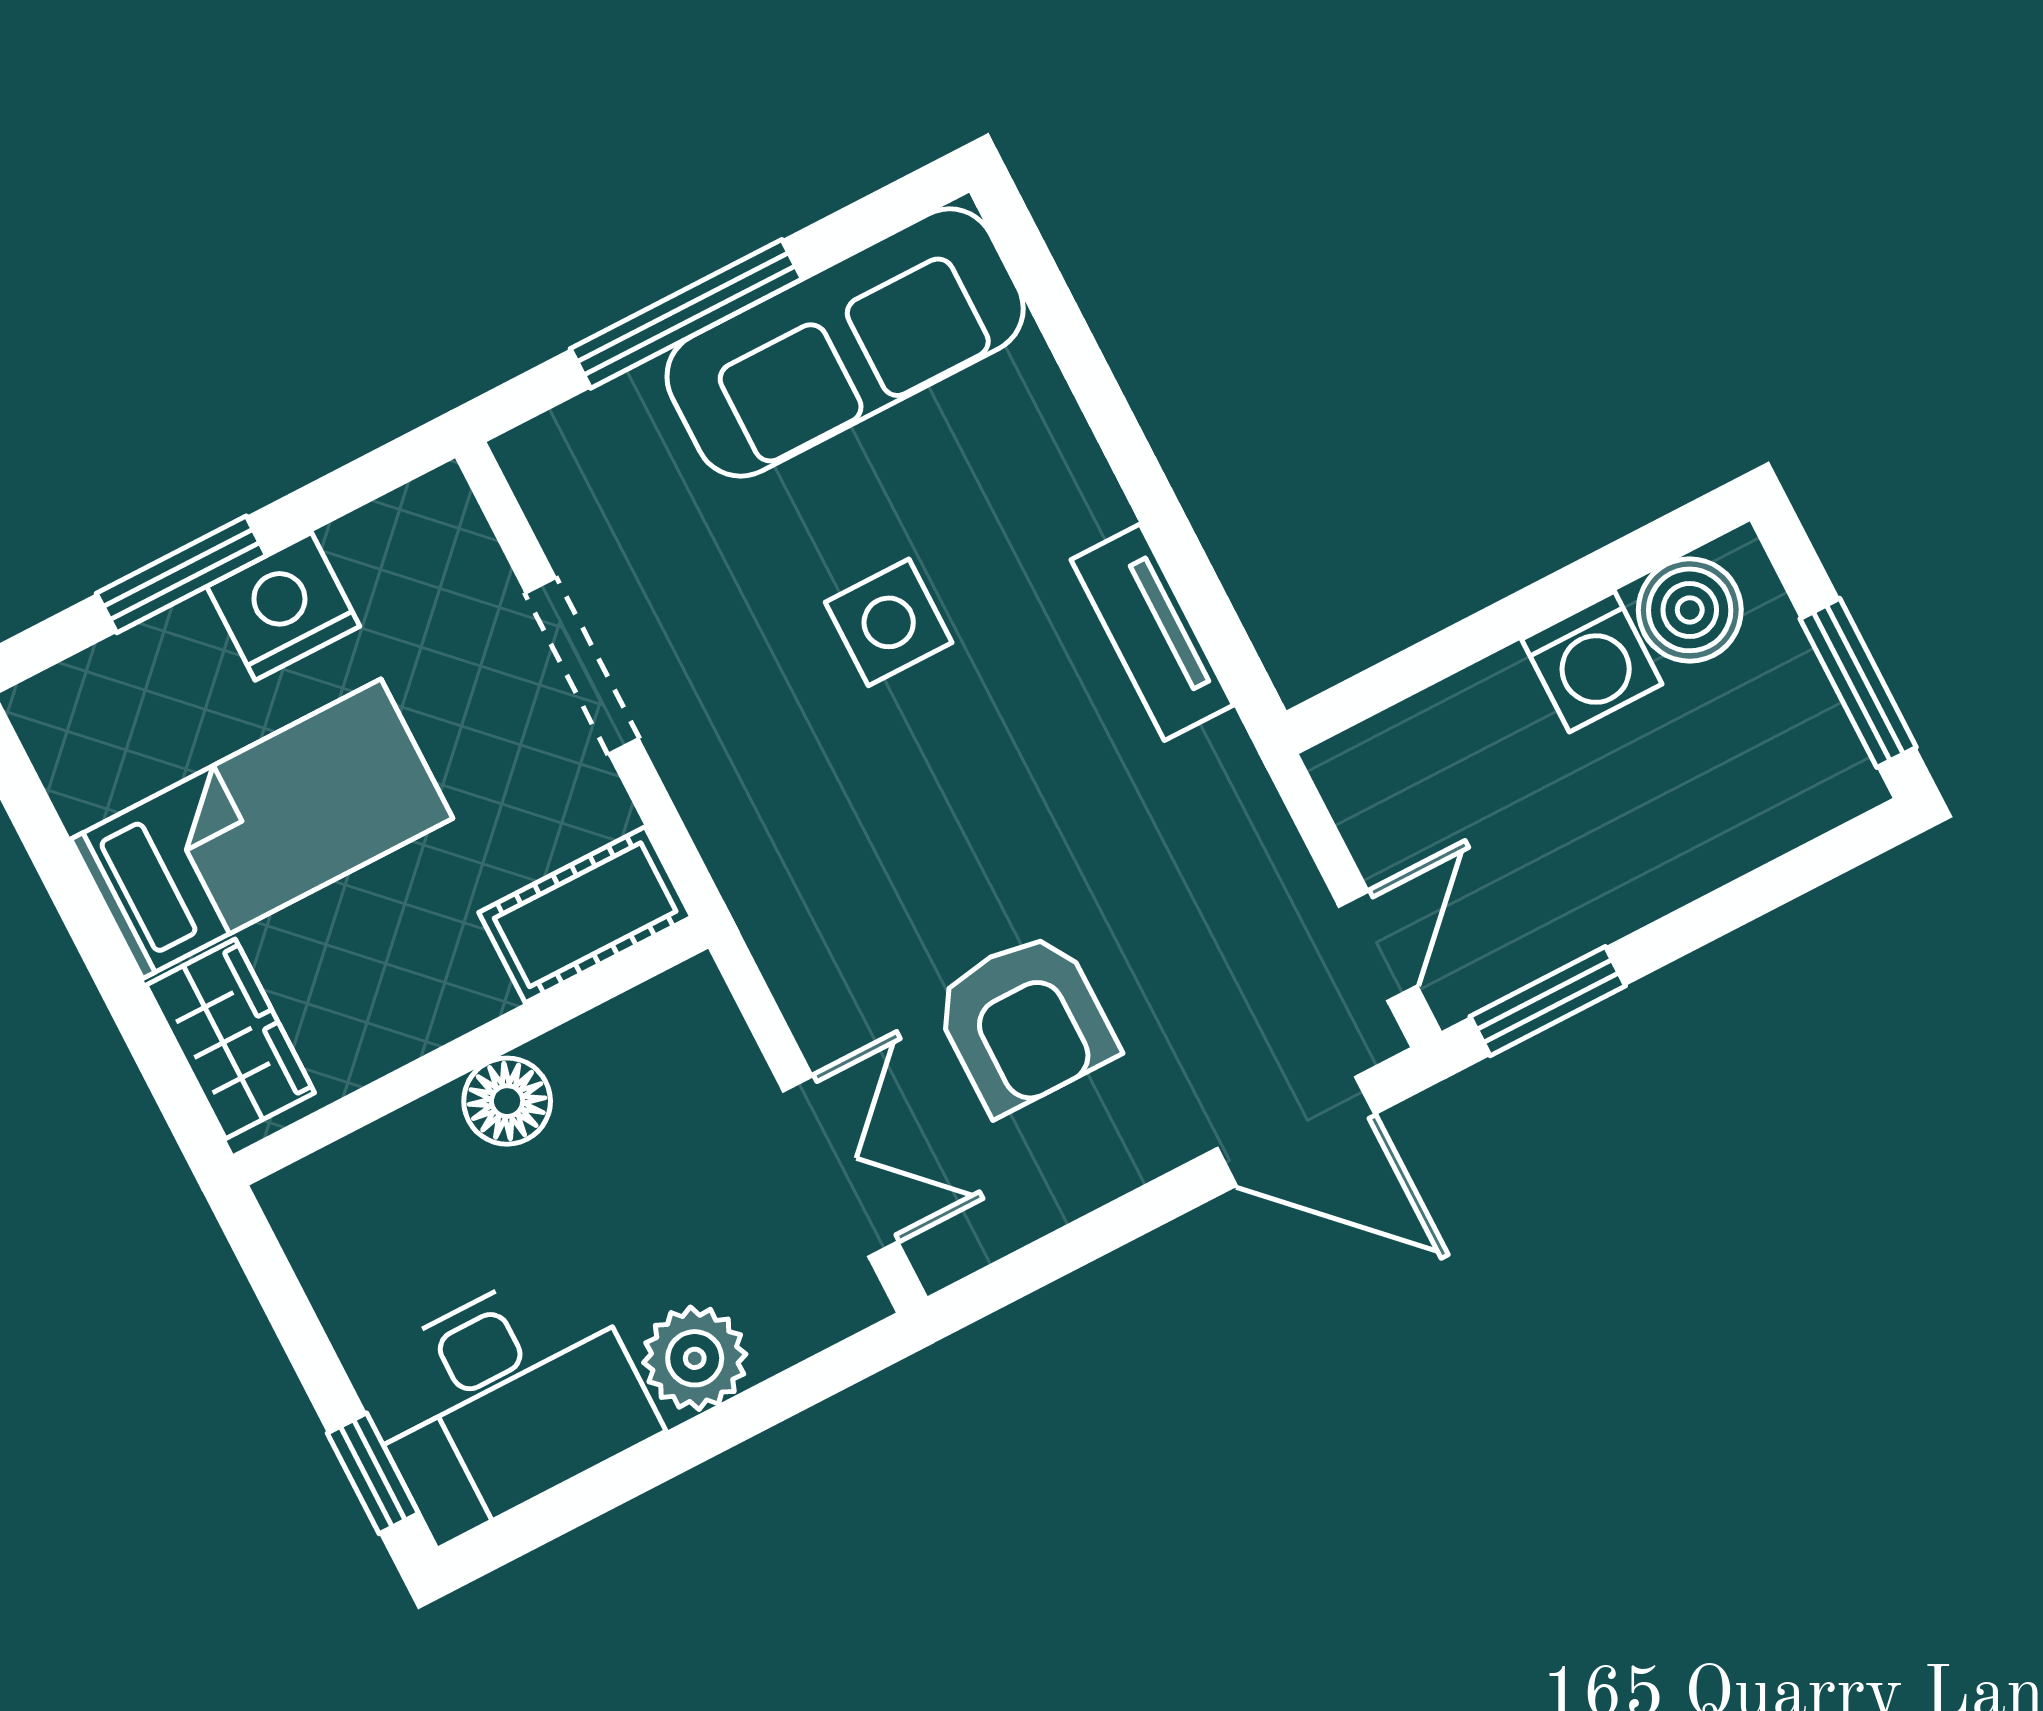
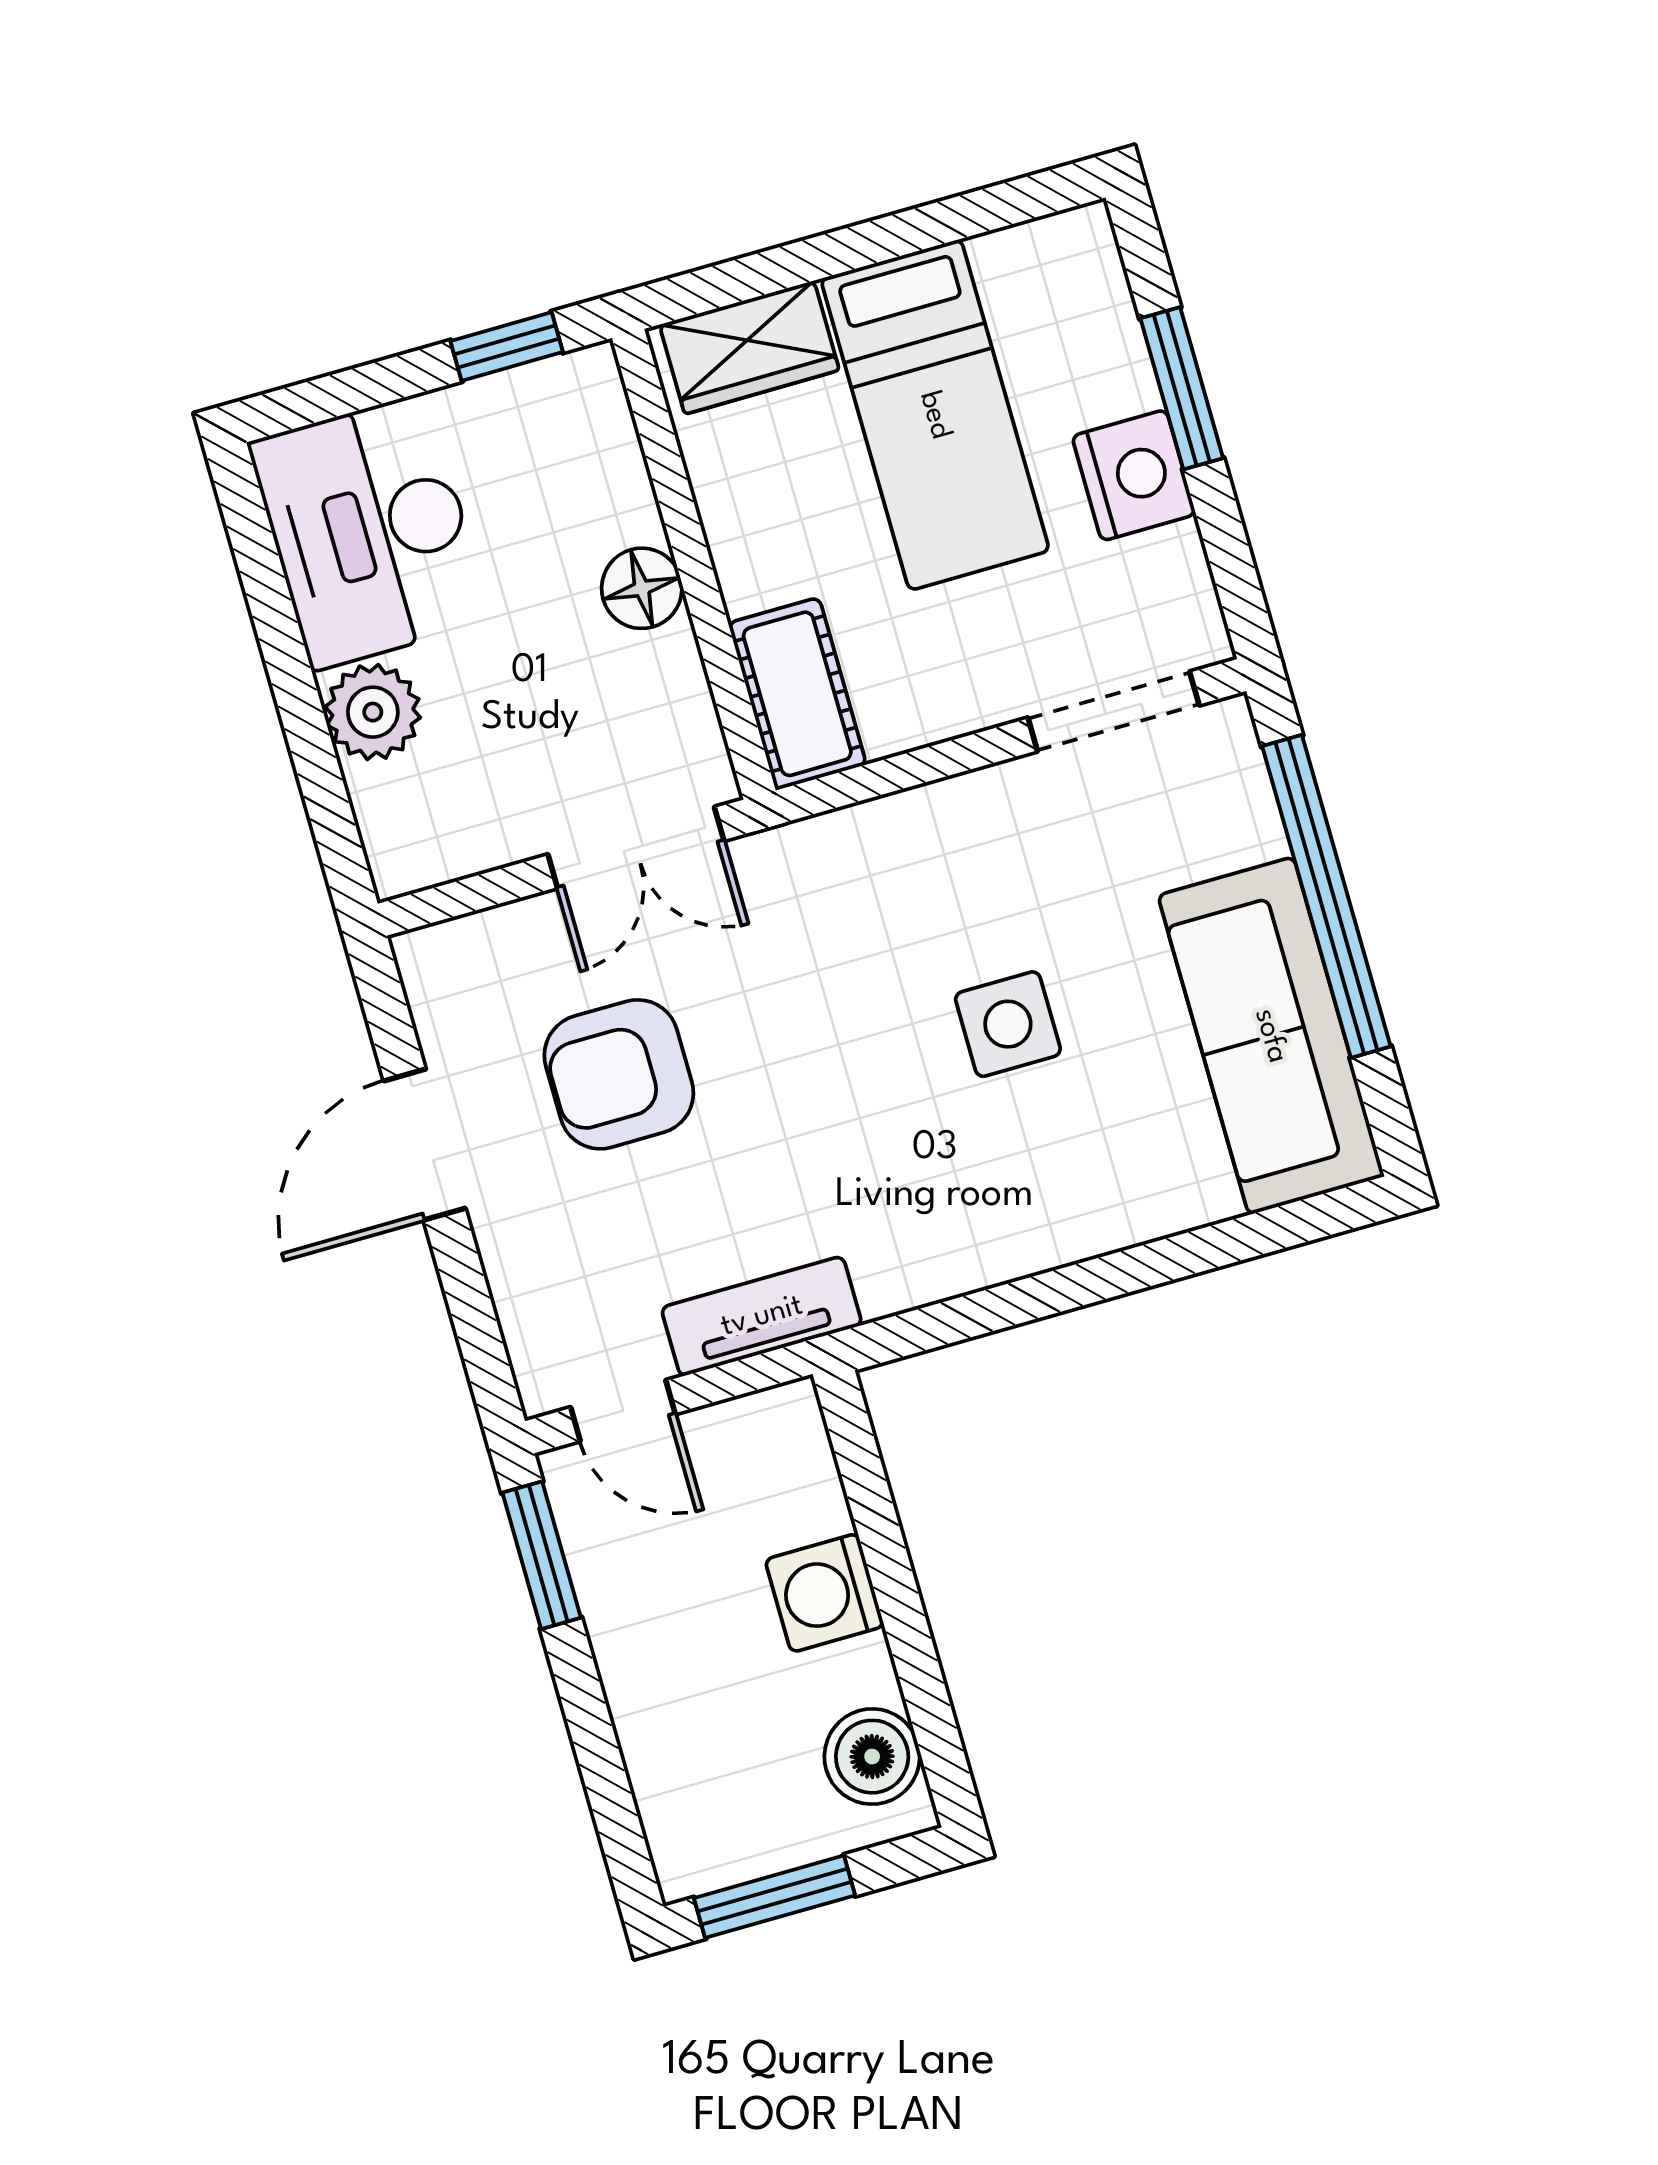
window: (686, 314) -> (1326, 896), width x1.46
tv unit: (1152, 632) -> (762, 1316), moved
washing machine: (1592, 662) -> (825, 1593), moved
doorway: (582, 666) -> (1114, 711), moved
door: (1296, 1131) -> (425, 1145), moved
double door: (841, 1166) -> (636, 848), moved
window: (373, 1473) -> (507, 346), moved

